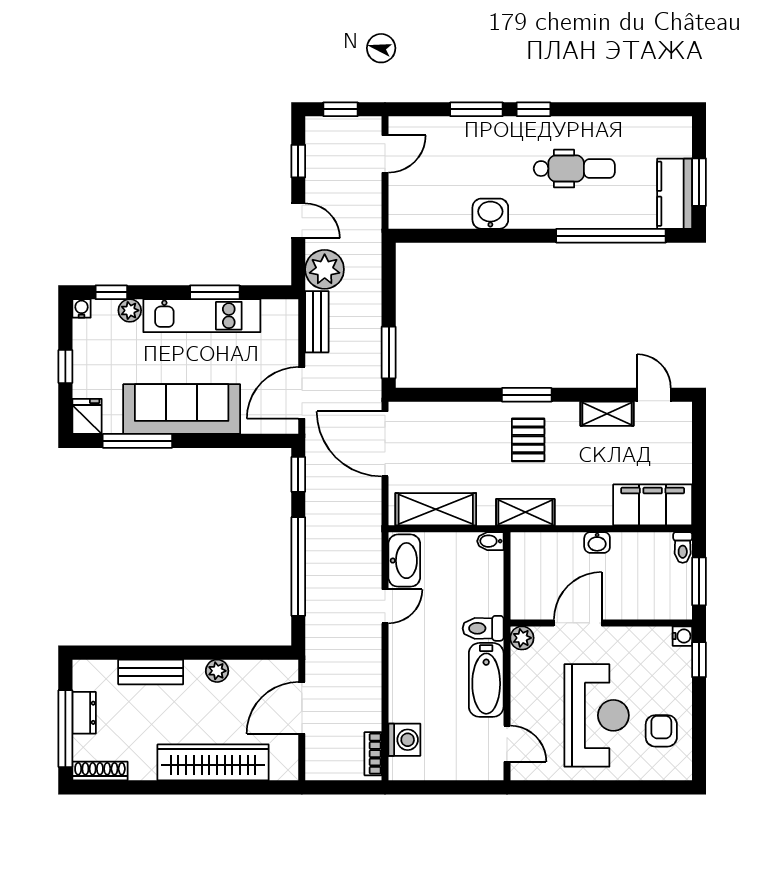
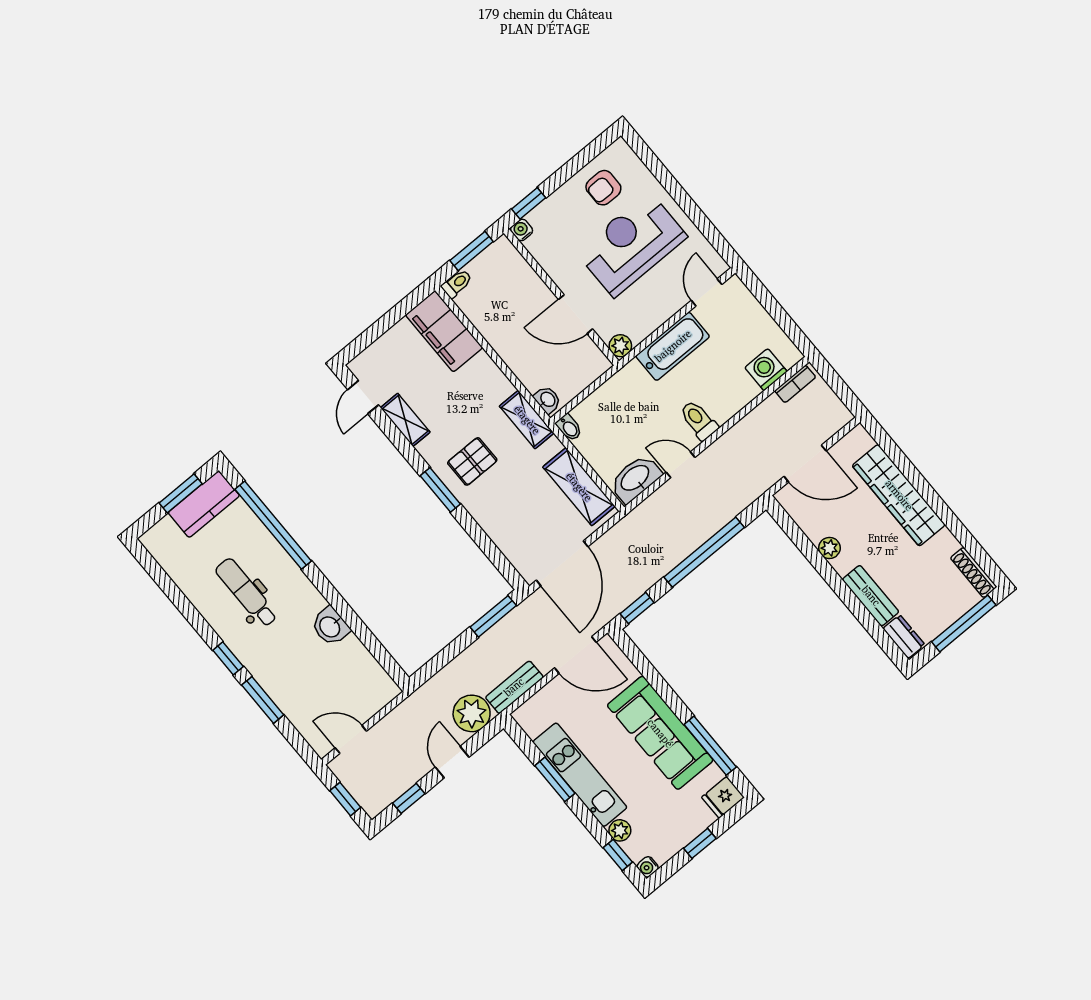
washbasin: (597, 542) -> (547, 400), moved
toilet: (483, 628) -> (699, 420), moved, turned 180
dresser: (84, 713) -> (904, 637), moved, turned 90

